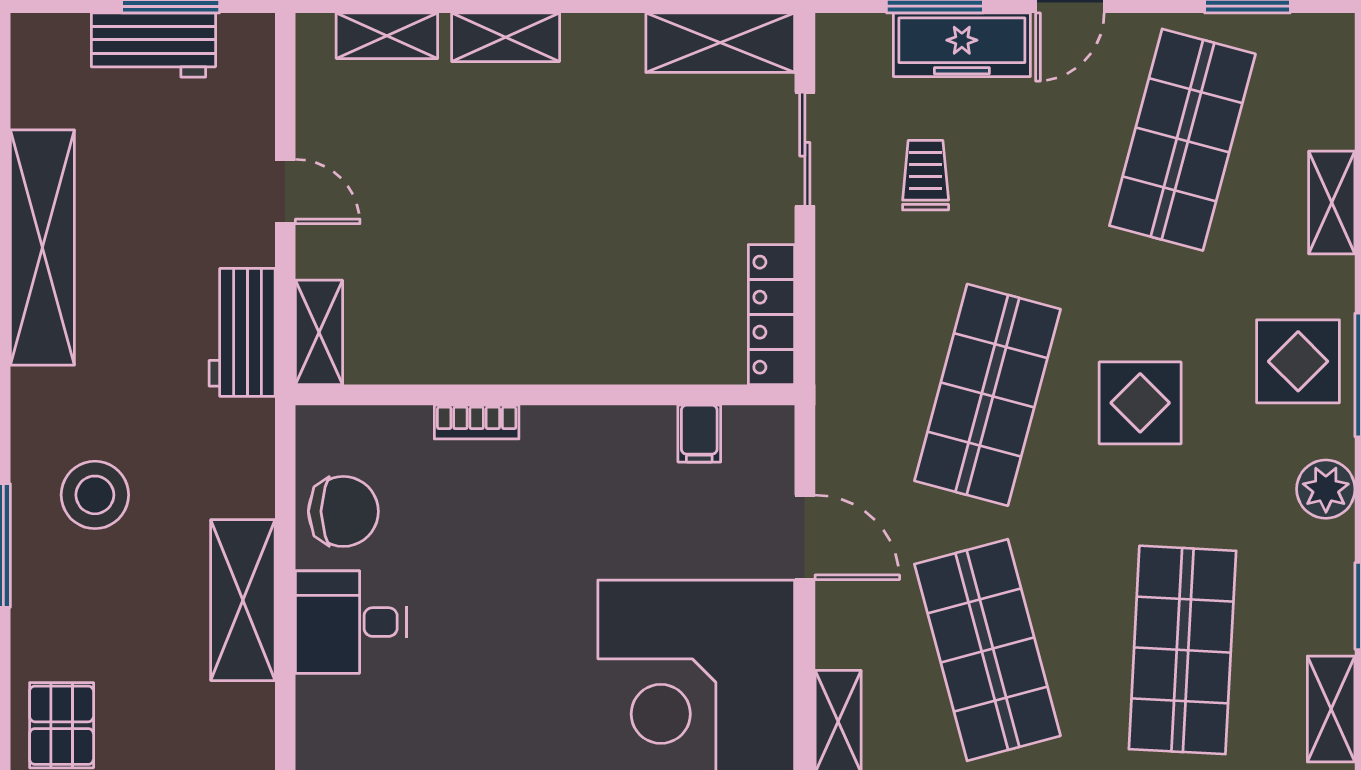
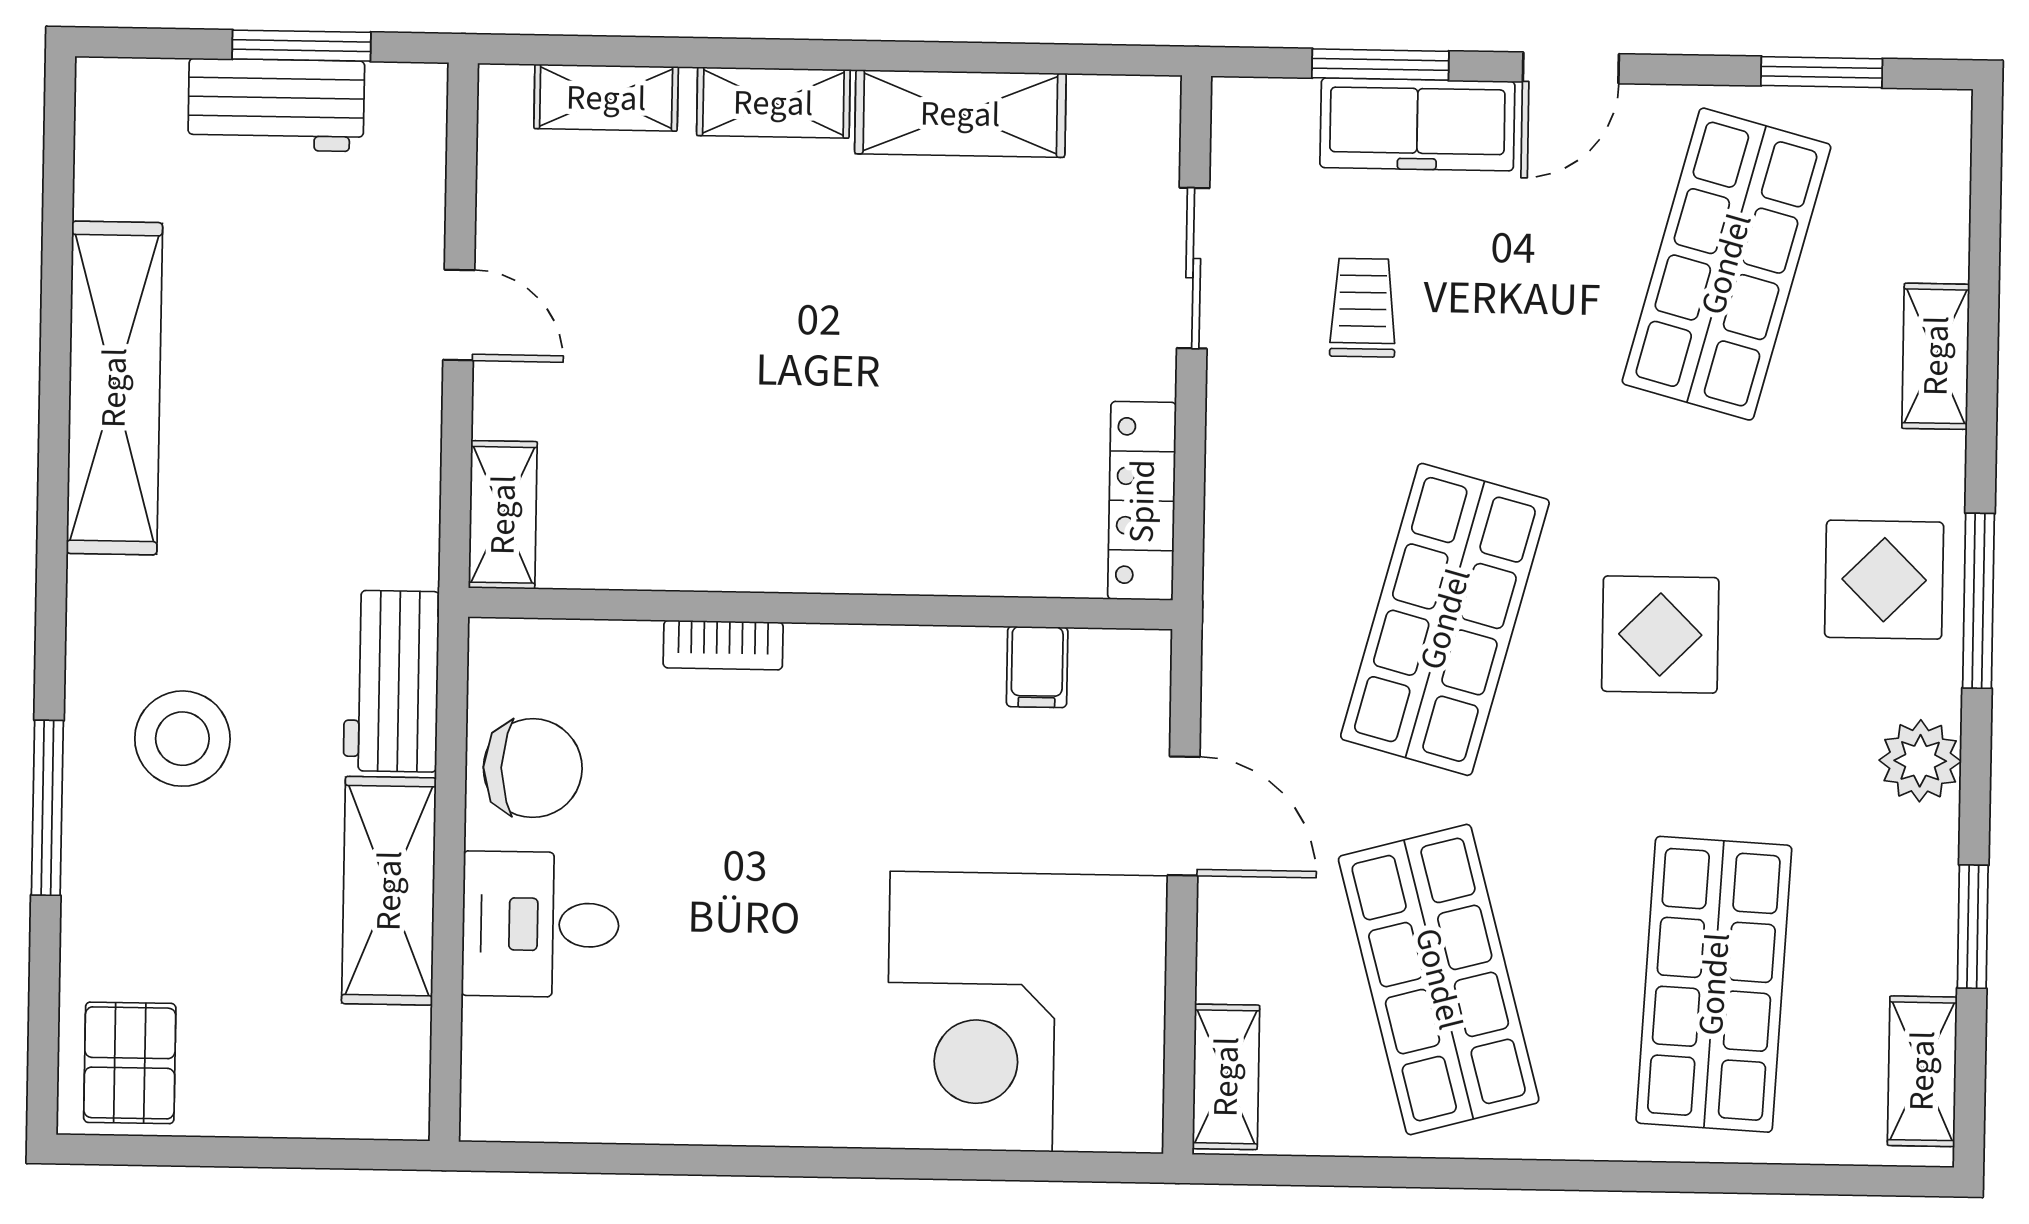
shelving: (720, 43) -> (960, 114), moved
workbench: (242, 332) -> (391, 681), moved

